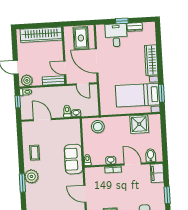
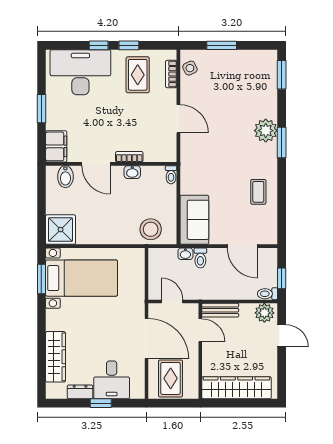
wardrobe: (151, 60) -> (55, 357), moved
shower: (139, 124) -> (61, 230), moved
sofa: (73, 159) -> (194, 220), moved
plant: (31, 176) -> (266, 131), moved

